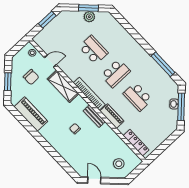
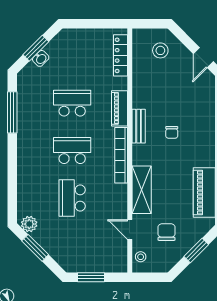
plant: (89, 17) -> (29, 224), moved
school desk: (138, 97) -> (72, 103), turned -90
window: (181, 107) -> (36, 48), width x0.69

